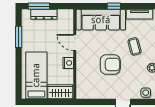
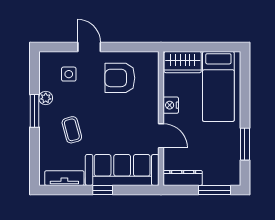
dresser: (44, 14) -> (183, 178), moved
armchair: (110, 65) -> (120, 78), moved
side table: (146, 93) -> (69, 74), moved

